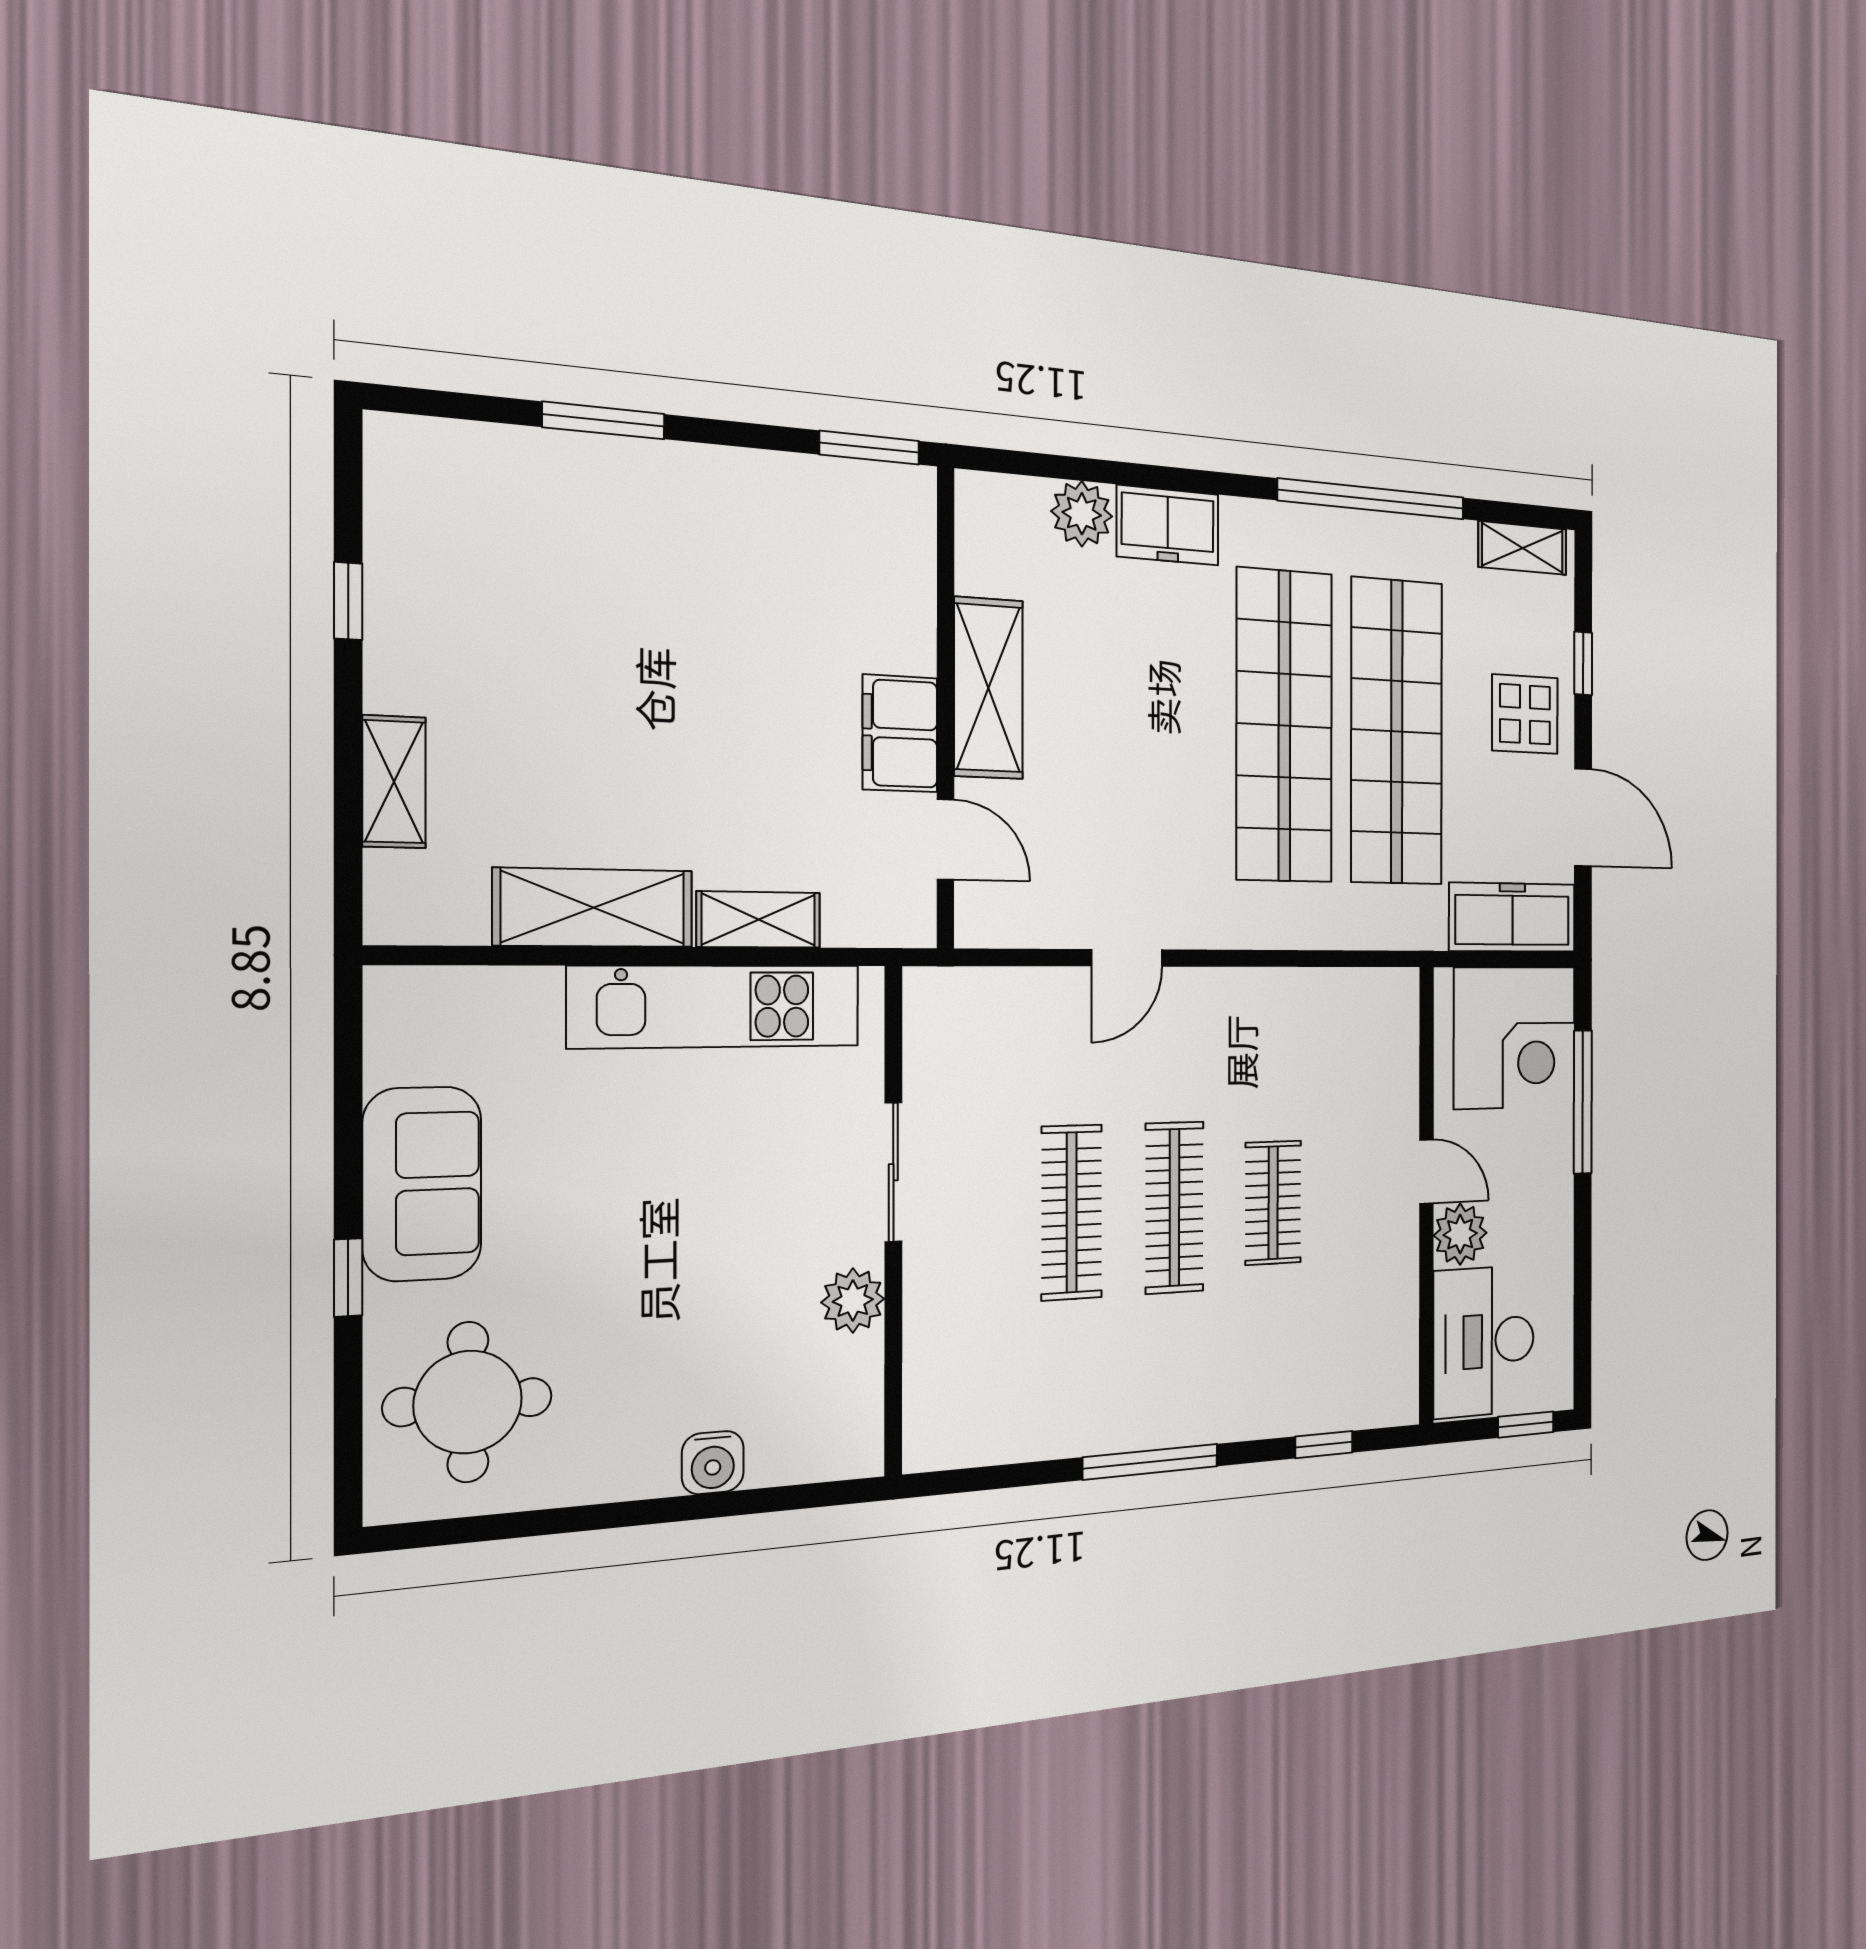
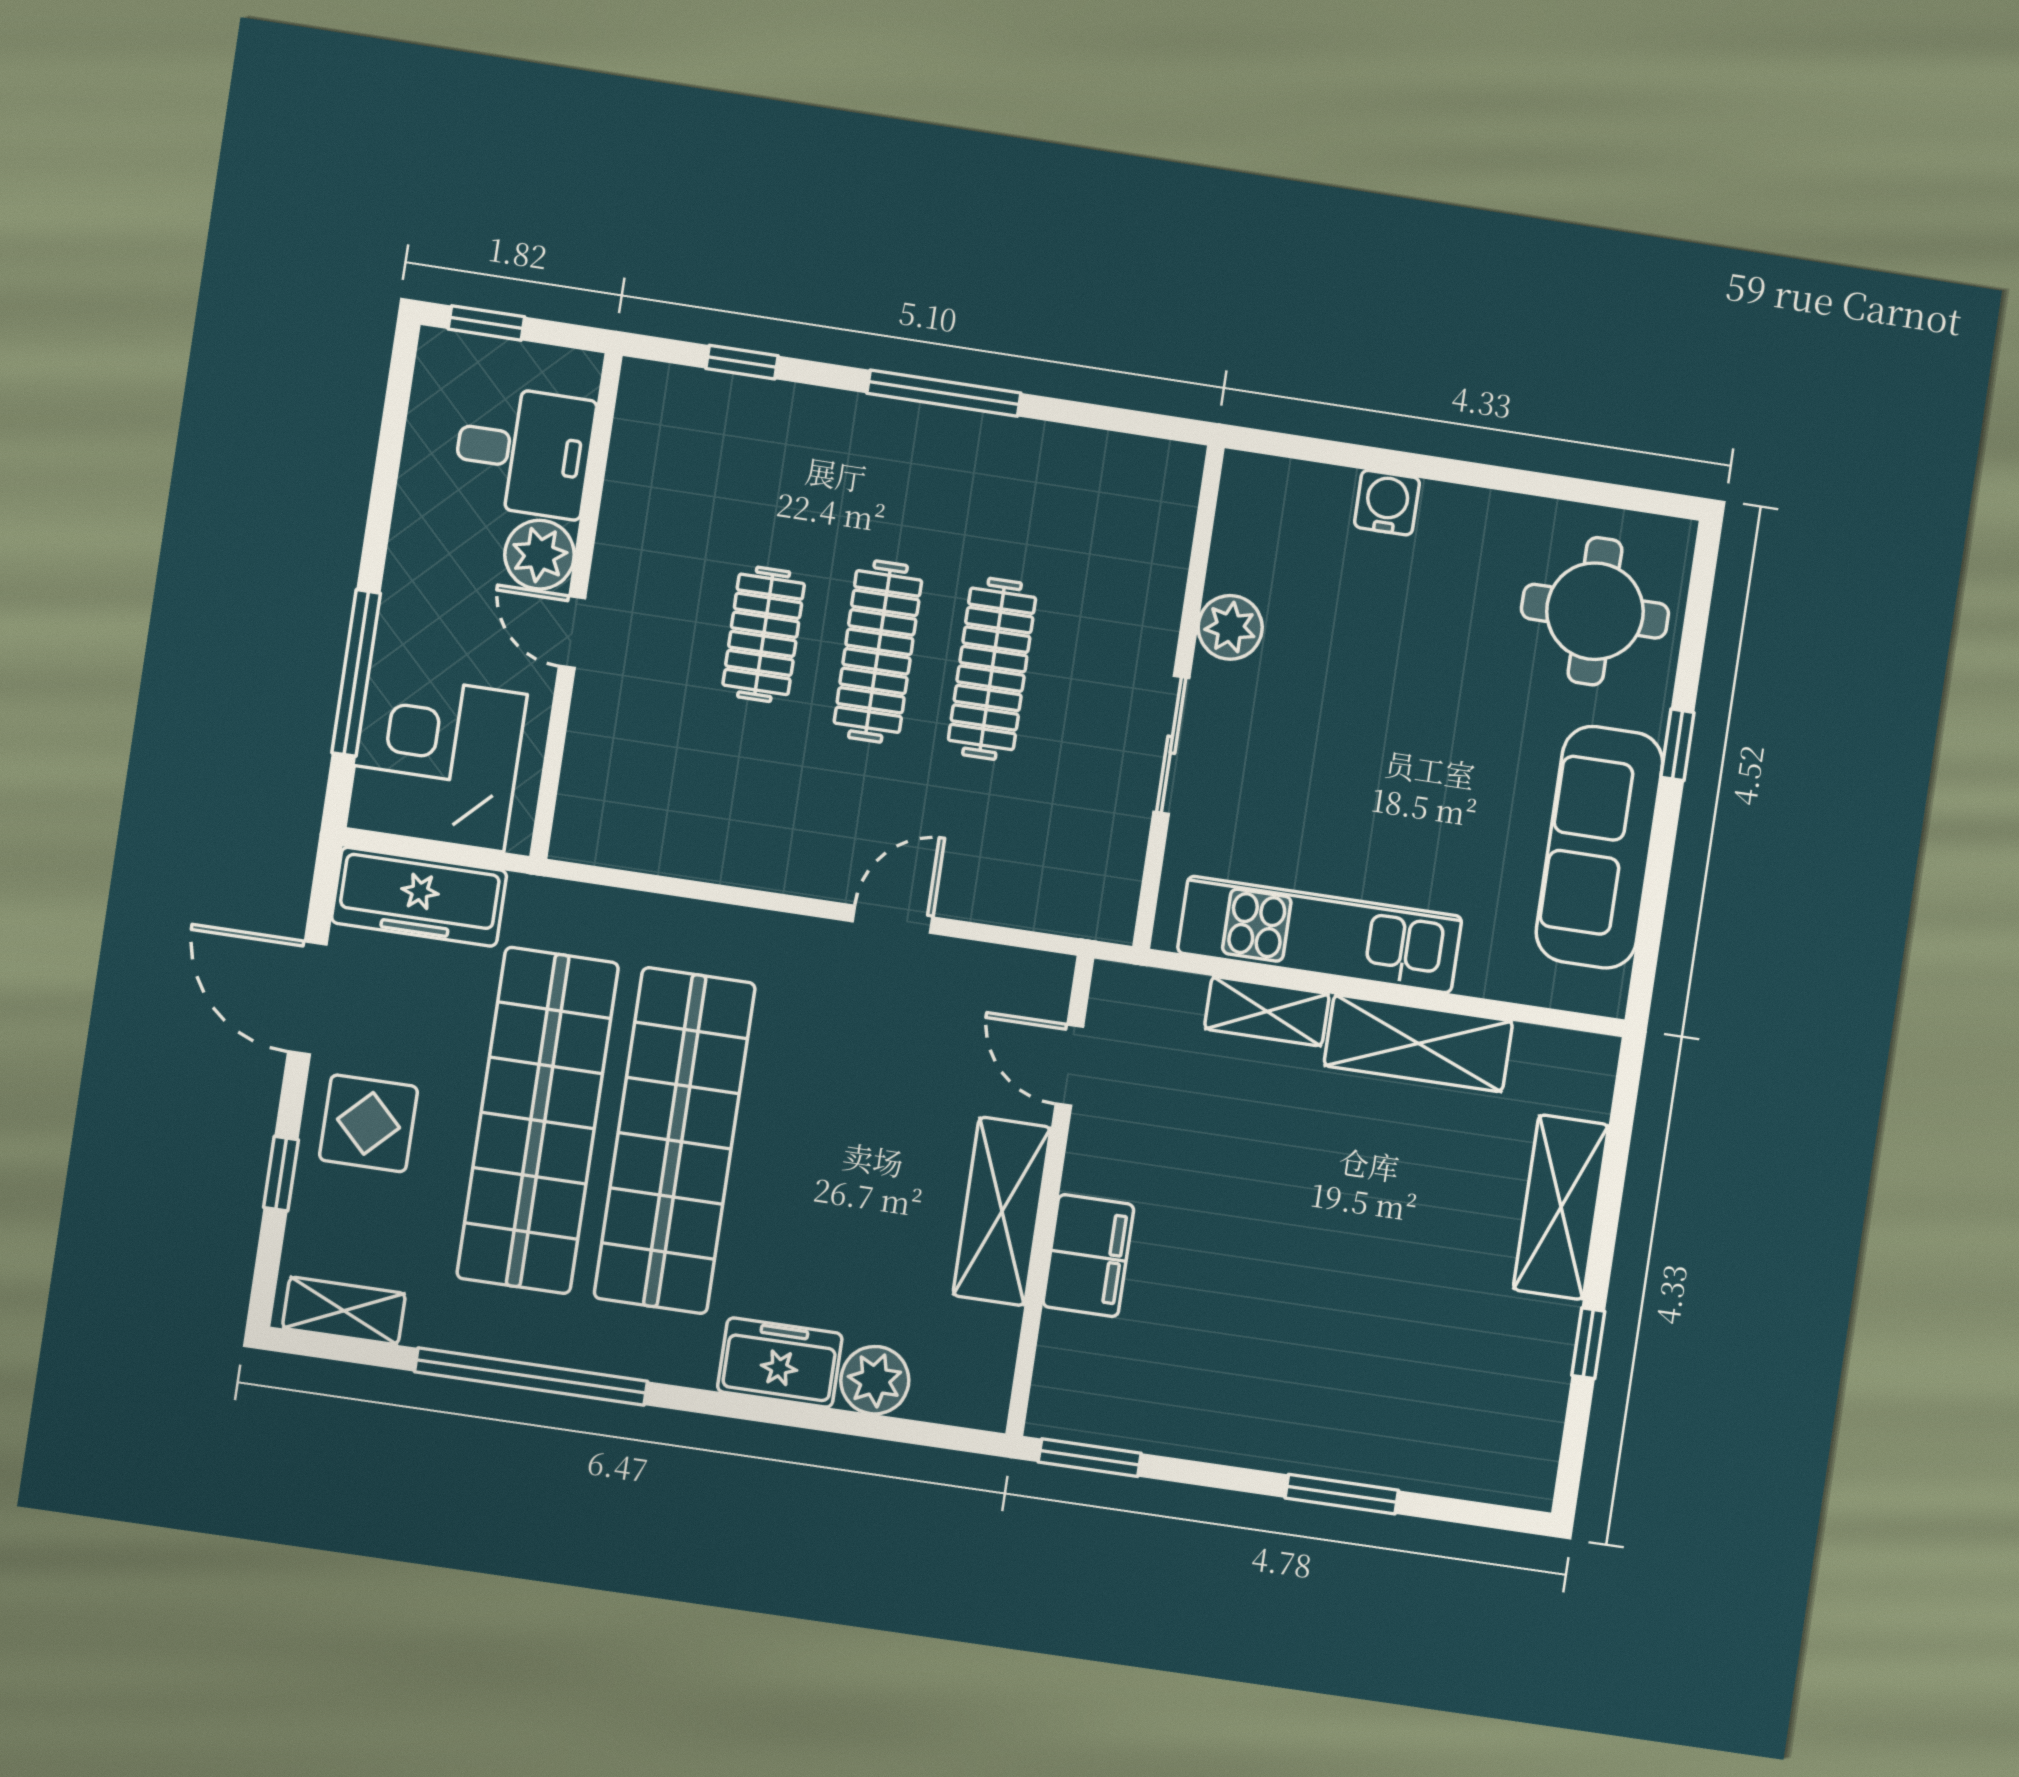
filing cabinet: (900, 734) -> (1088, 1256), moved
shelving: (394, 782) -> (1561, 1207), width x1.50, depth x1.33
sofa: (422, 1184) -> (1599, 847), width x1.36
desk: (1484, 1341) -> (524, 451), width x0.73

